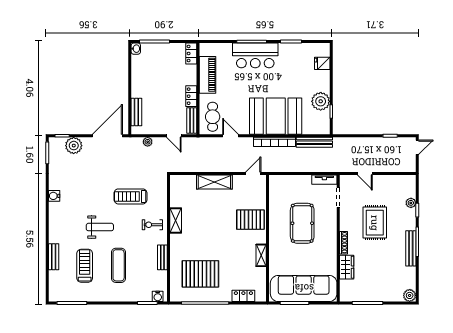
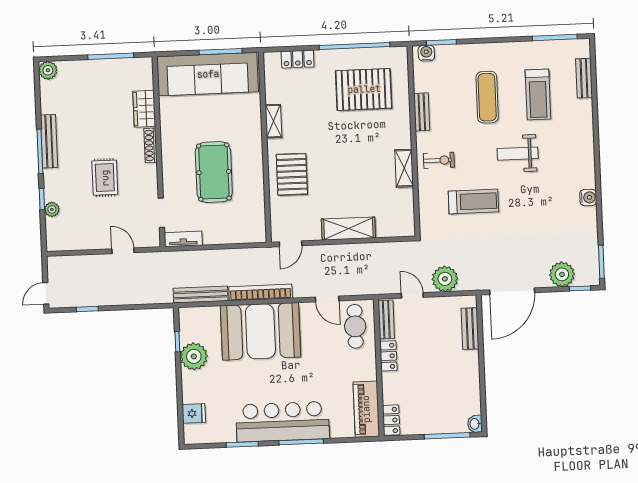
bar counter: (255, 55) -> (283, 422), width x1.36
piano: (207, 75) -> (366, 409), moved
plant: (148, 142) -> (445, 279), width x1.87, depth x1.87
pallet: (250, 220) -> (292, 174), turned 90
rug: (375, 223) -> (105, 178), width x0.73, depth x0.70
bench: (54, 257) -> (584, 78), moved

